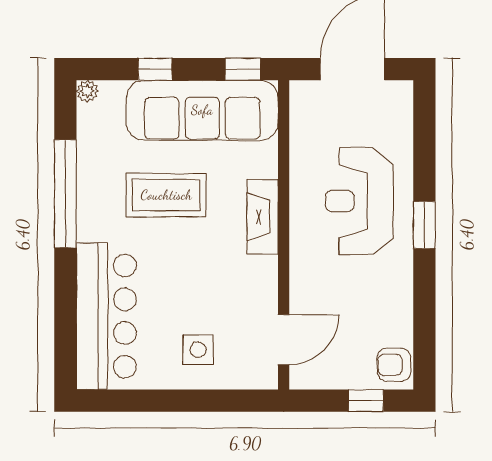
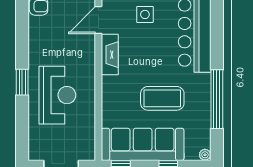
fireplace: (263, 217) -> (110, 55), moved

